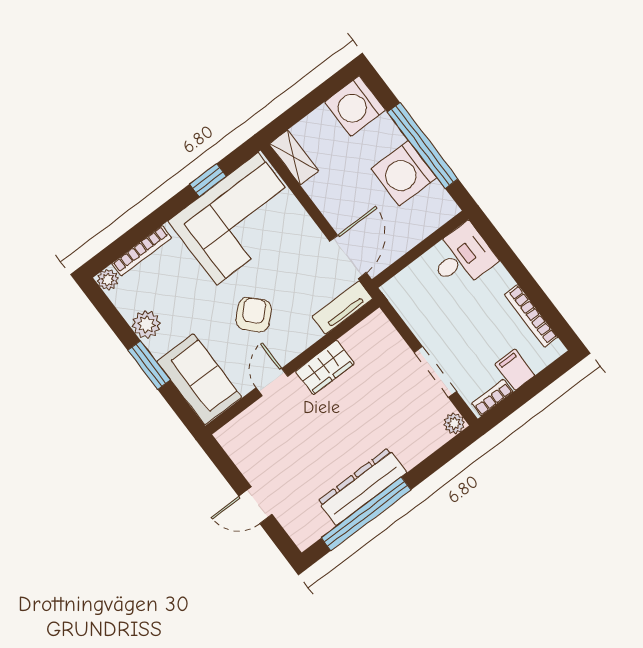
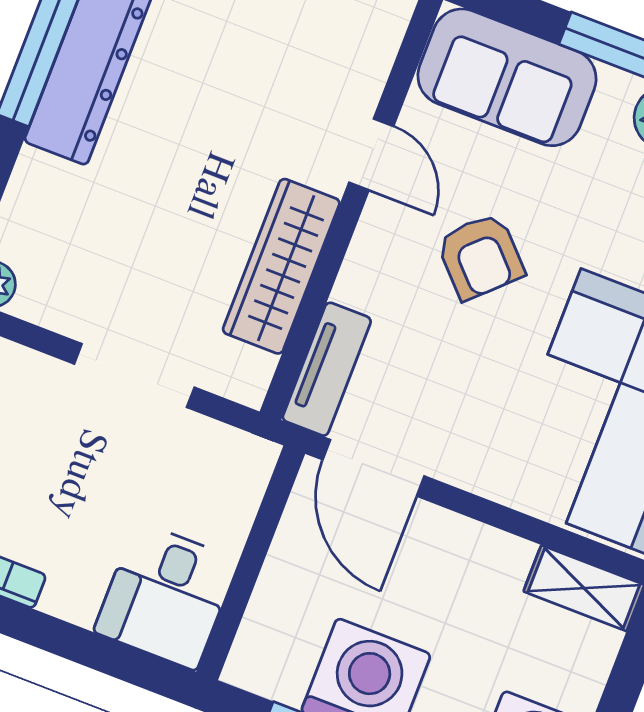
wardrobe: (325, 367) -> (281, 266), width x1.50
doorway: (435, 372) -> (134, 376), moved

